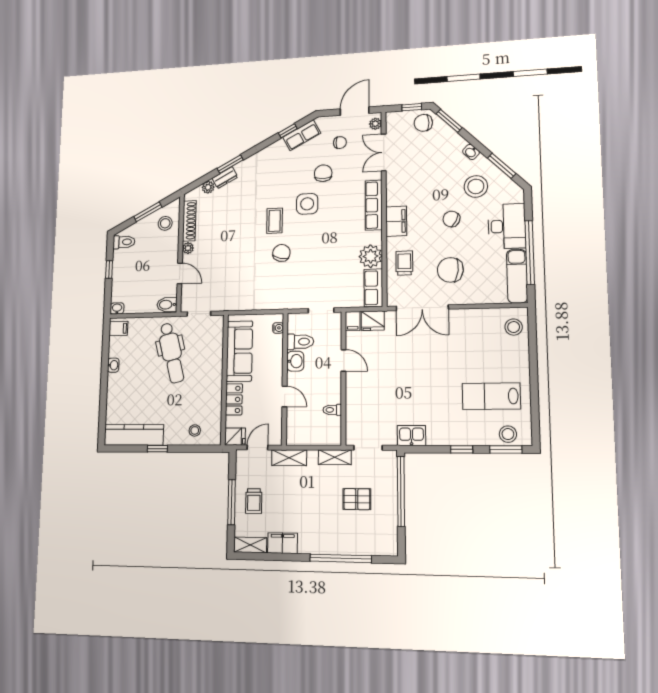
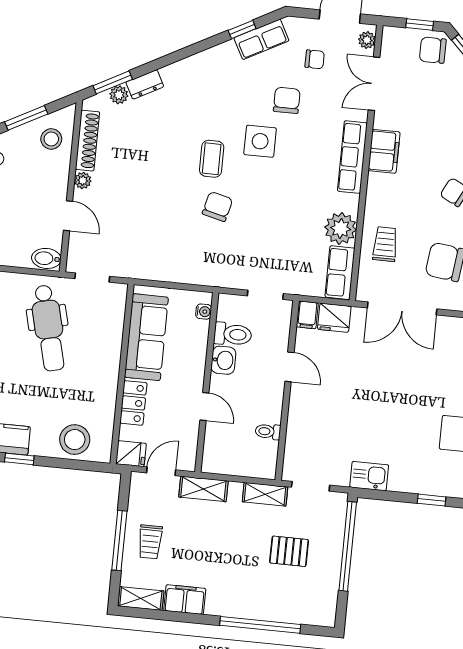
window: (230, 164) -> (113, 82), moved
filing cabinet: (396, 221) -> (384, 151), moved
stool: (195, 430) -> (75, 440), width x1.89, depth x1.89

